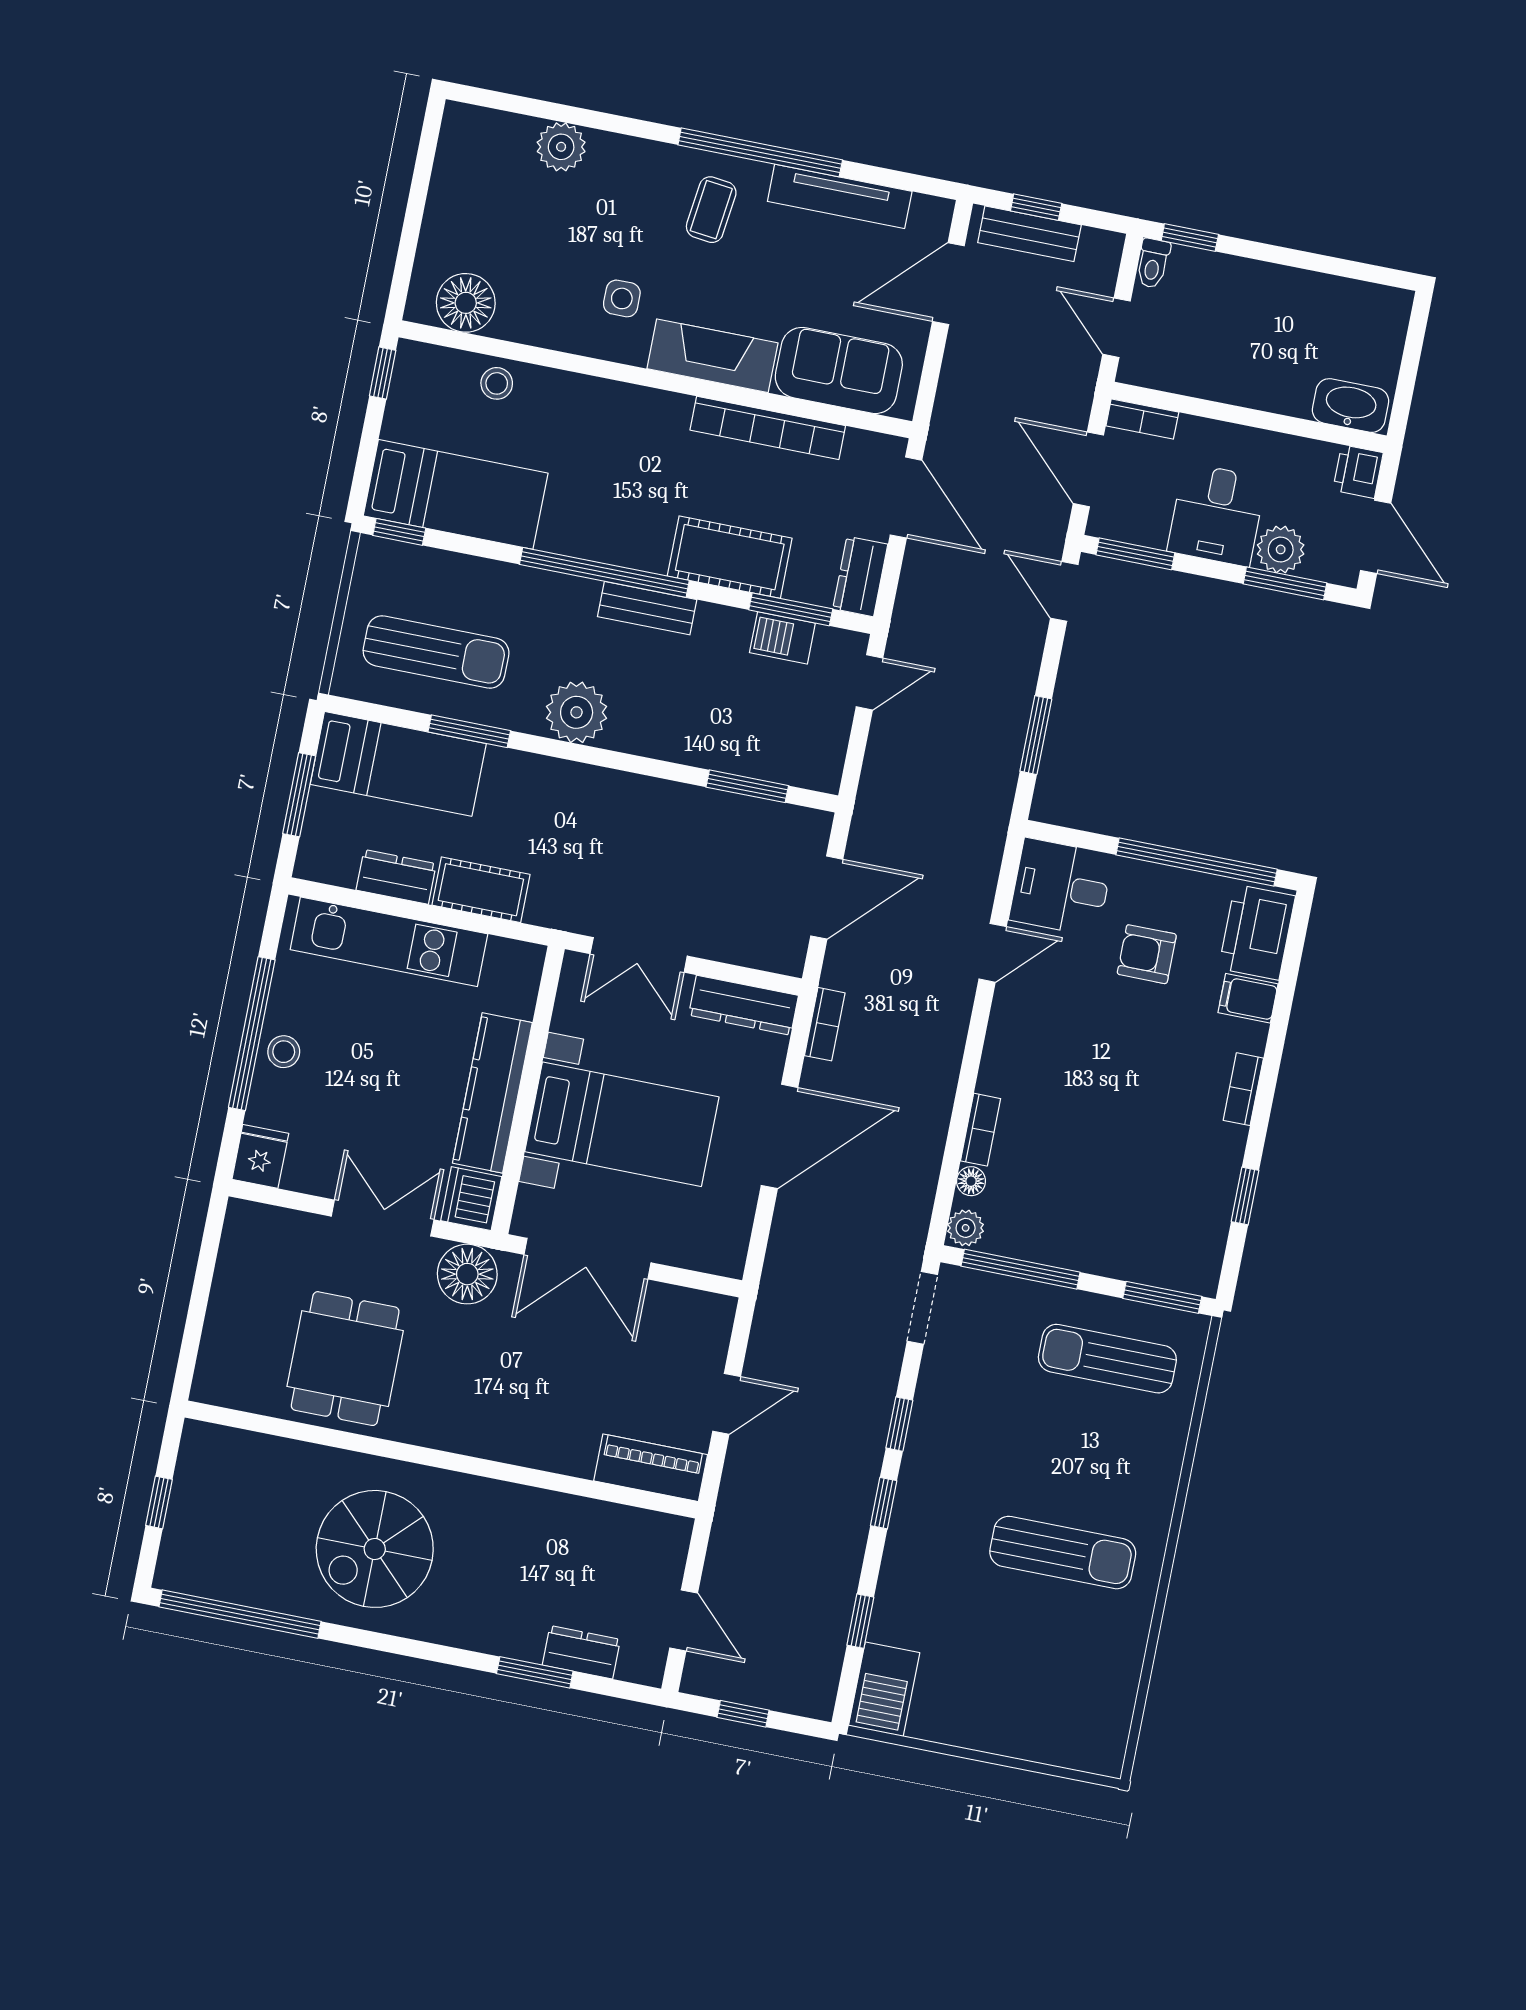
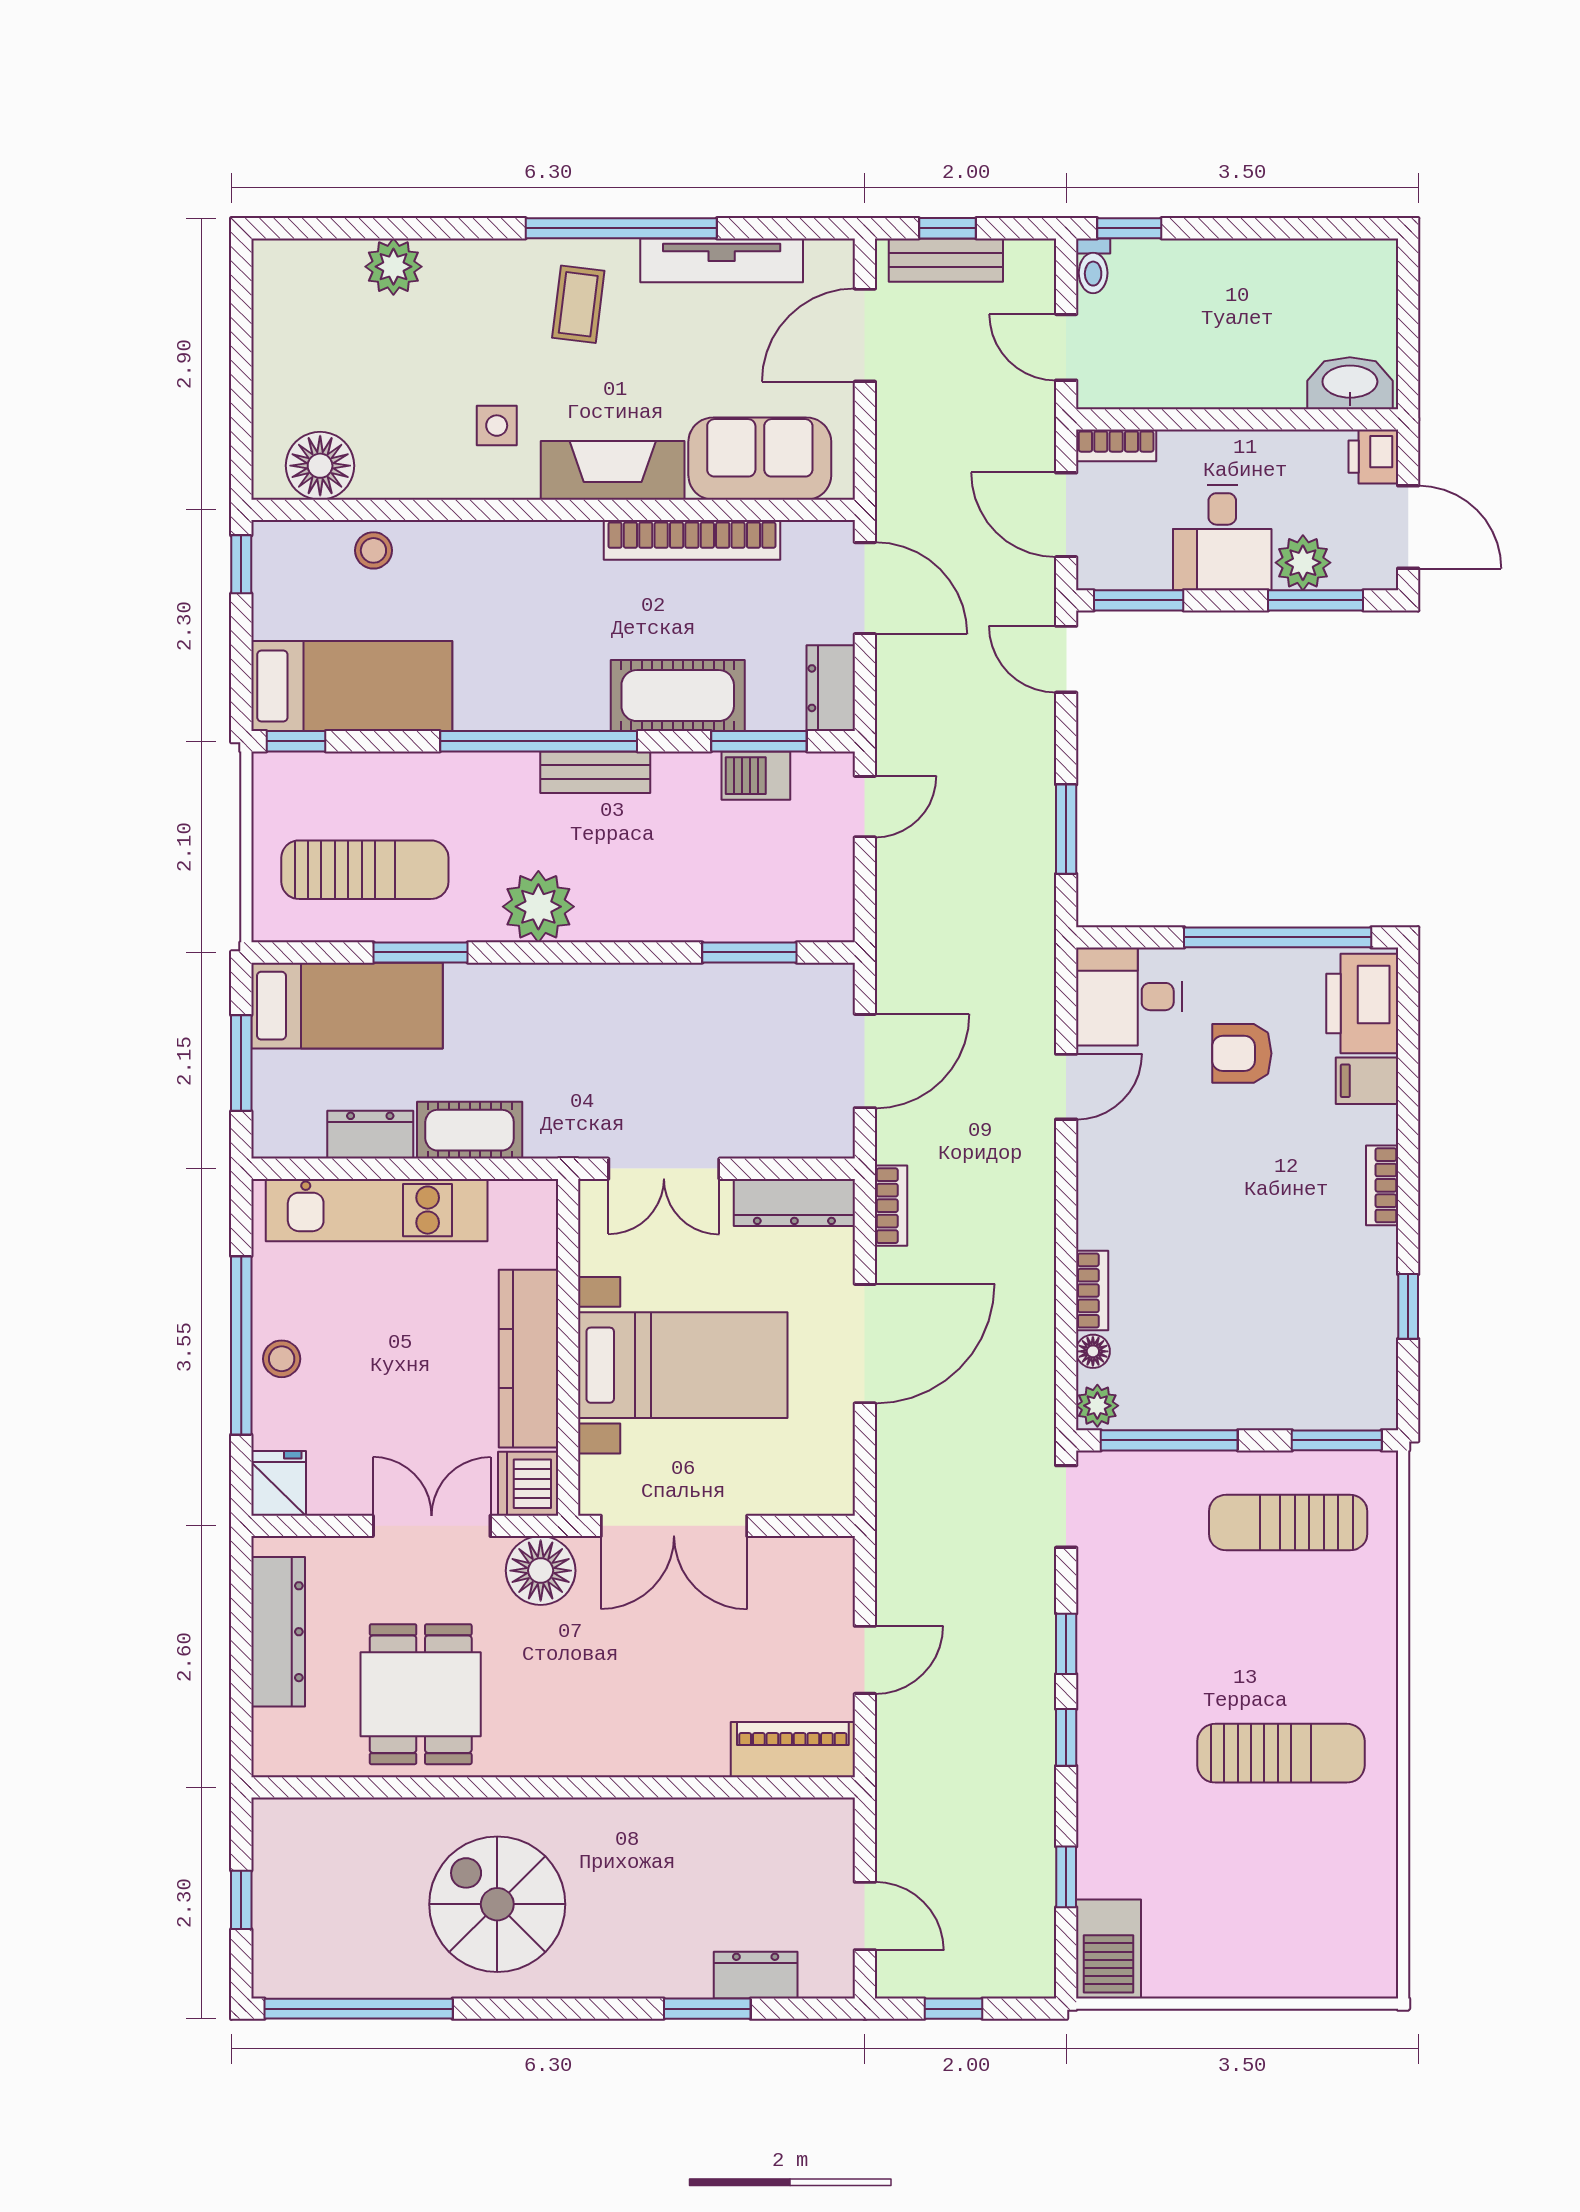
dresser: (235, 1282) -> (278, 1632), added
spiral stairs: (375, 1549) -> (497, 1904), turned 90

